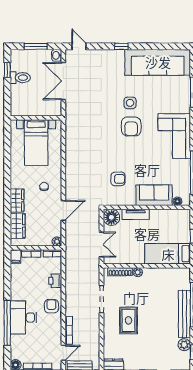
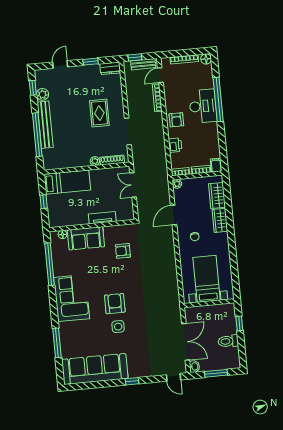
window: (7, 70) -> (239, 323), moved
floor lamp: (111, 217) -> (126, 213), removed

